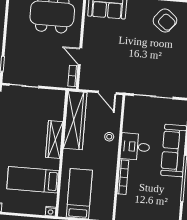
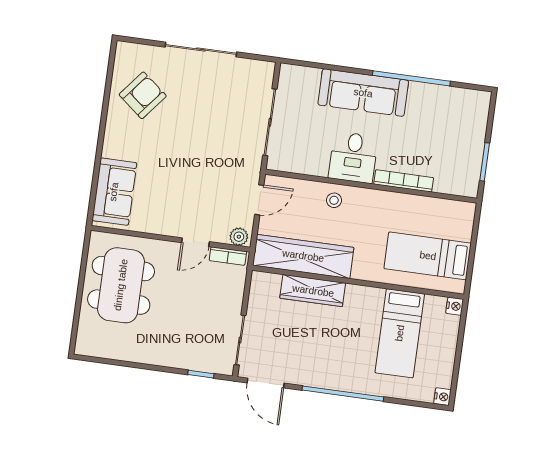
plant: (85, 82) -> (239, 237), added
wardrobe: (54, 139) -> (313, 291), moved

